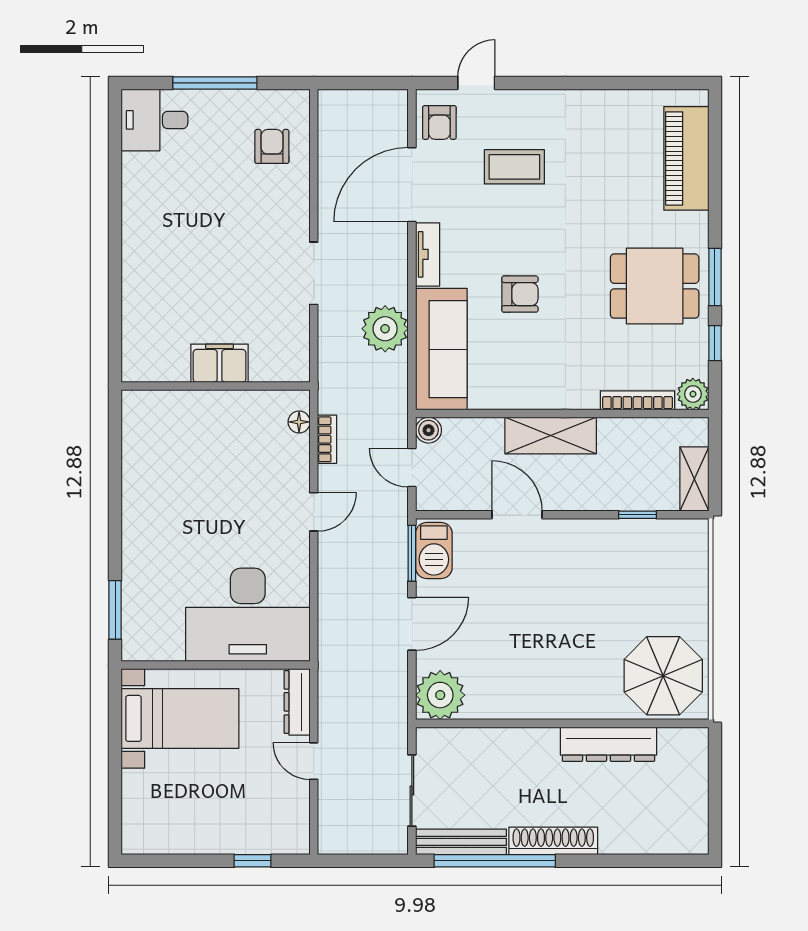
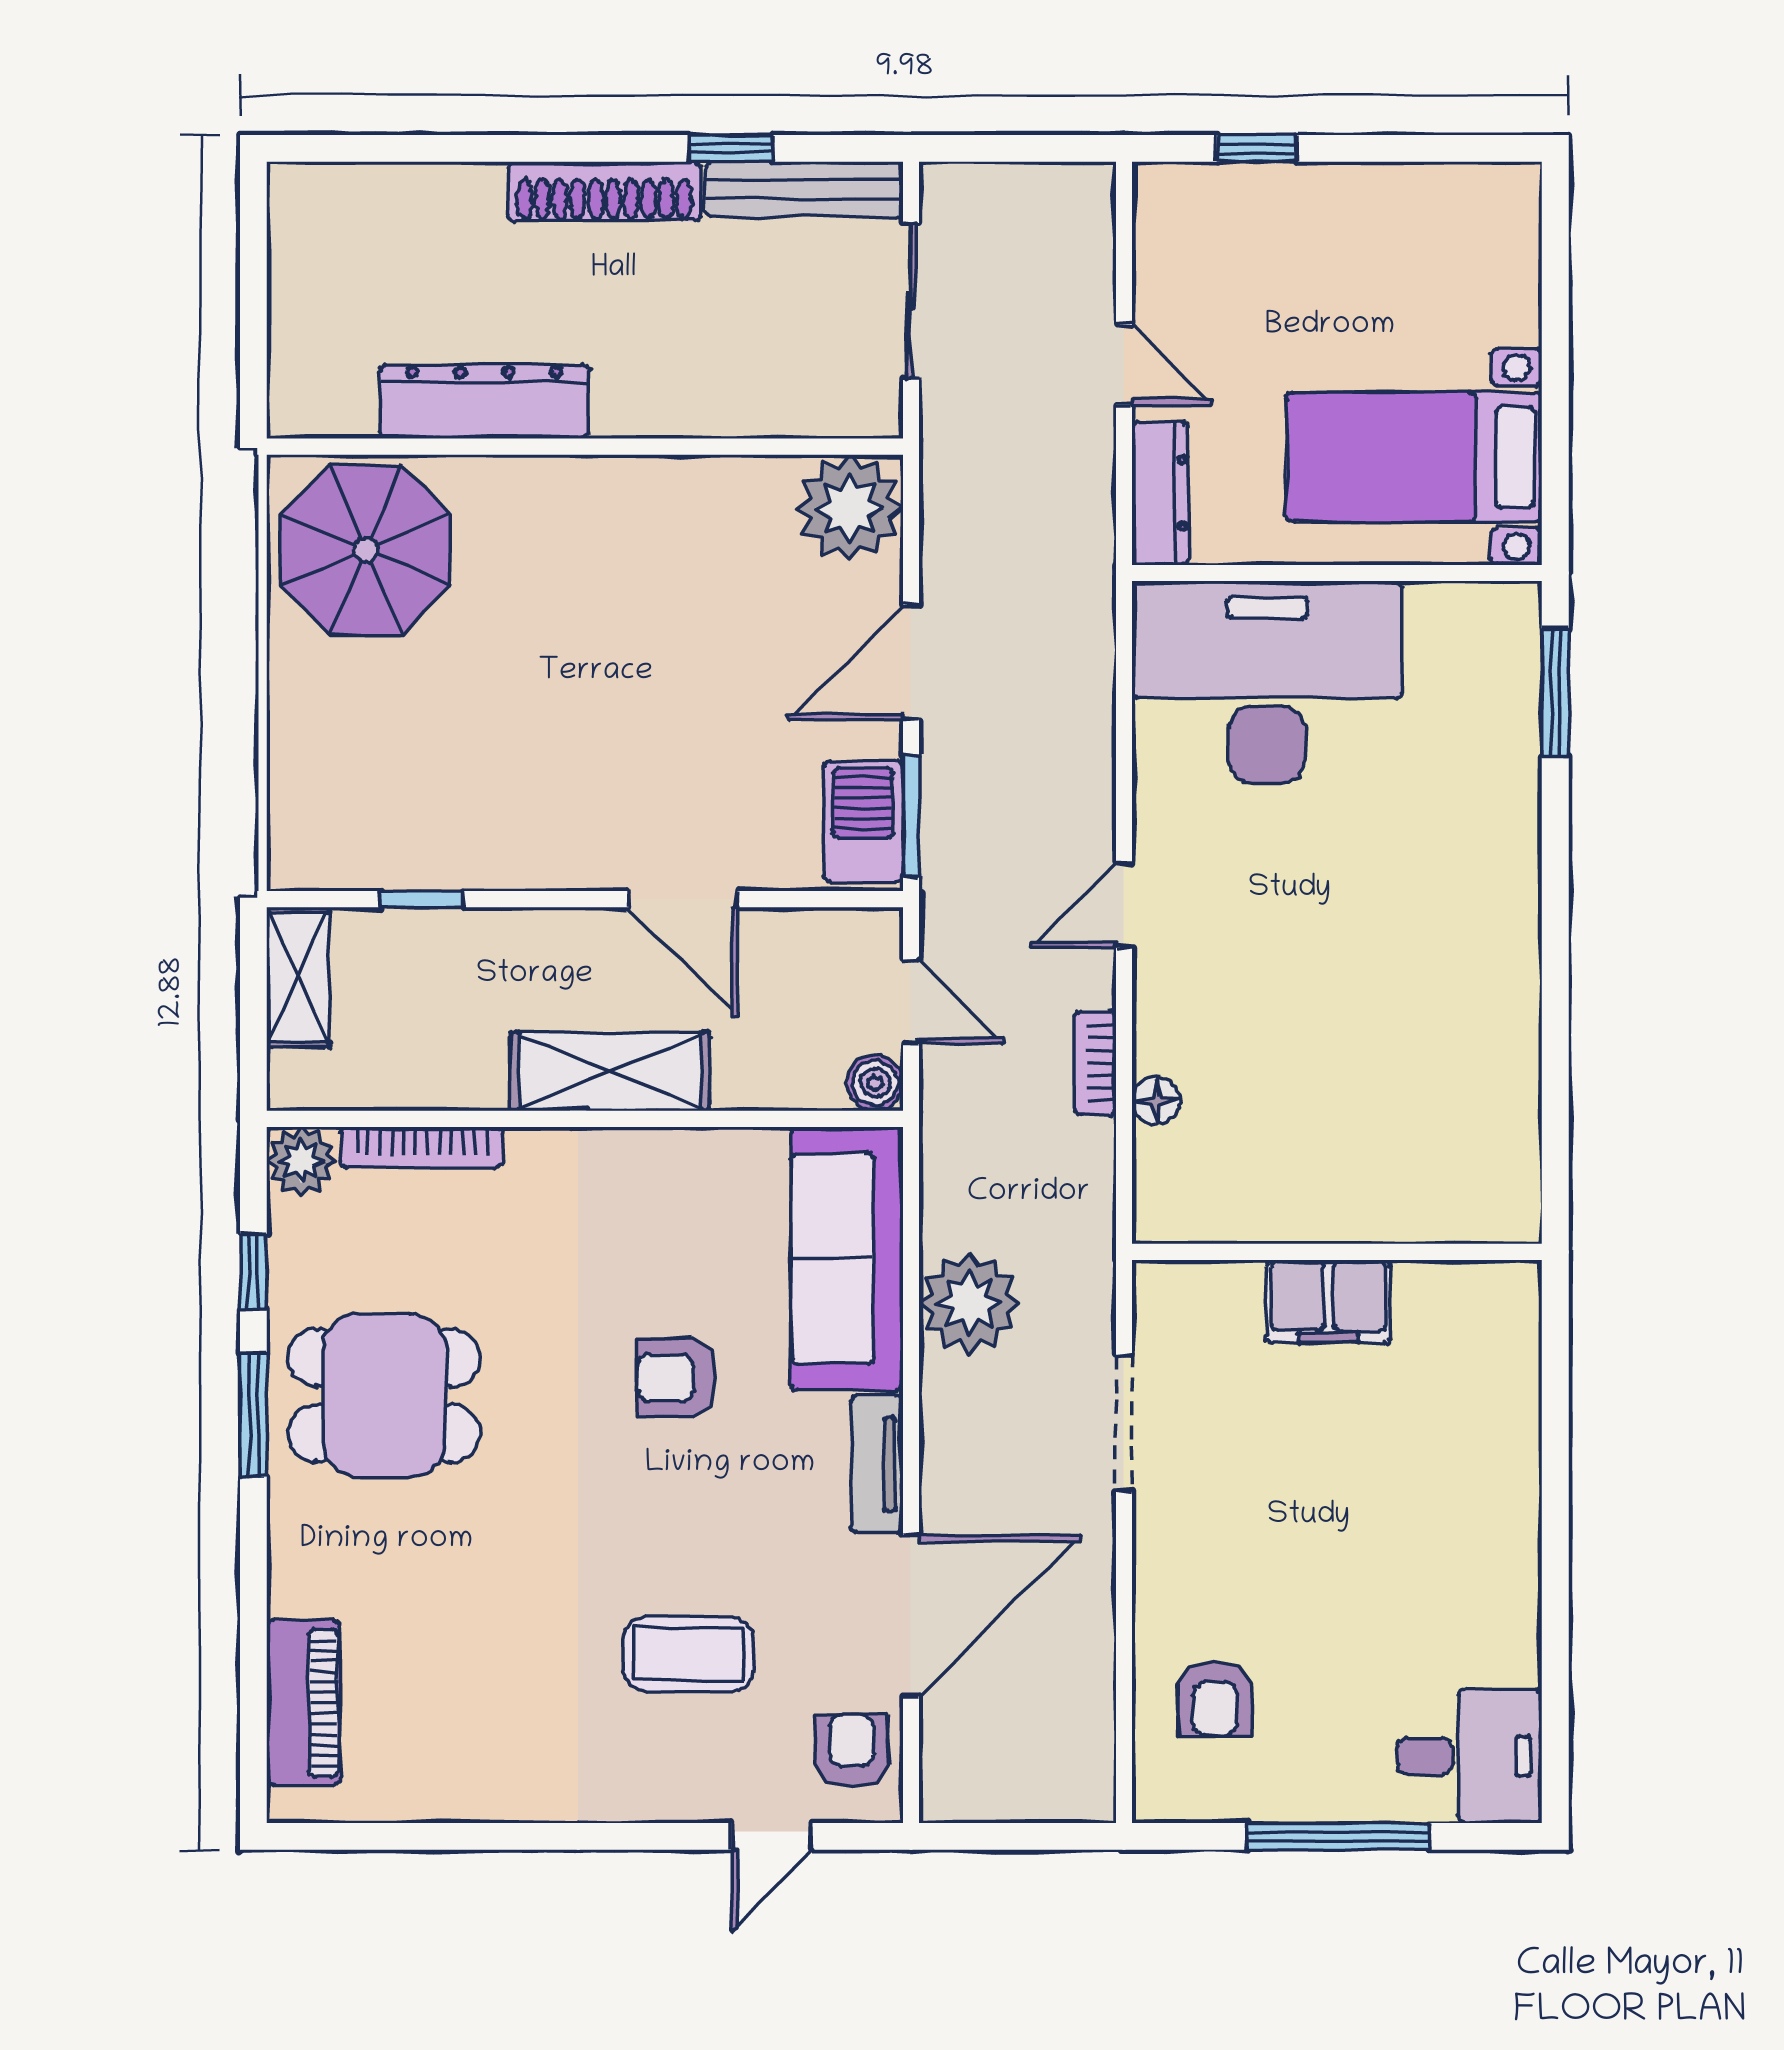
piano: (686, 158) -> (304, 1703), width x0.73, depth x0.75
filing cabinet: (219, 363) -> (1329, 1301), moved
wall: (216, 386) -> (1337, 1252), moved
window: (495, 861) -> (731, 148), width x0.32

